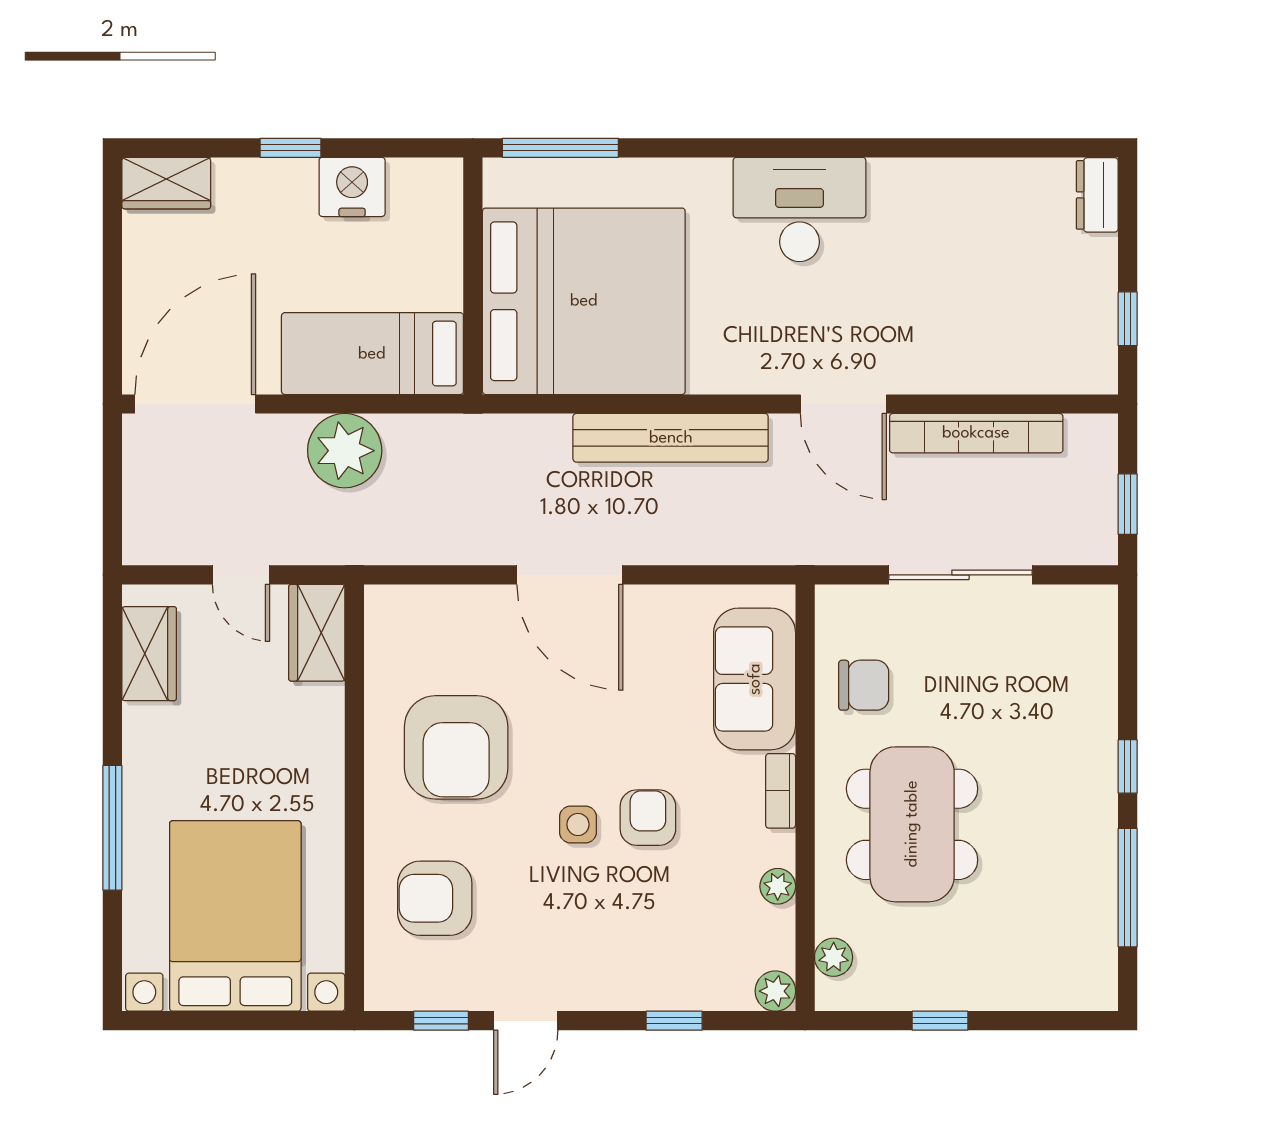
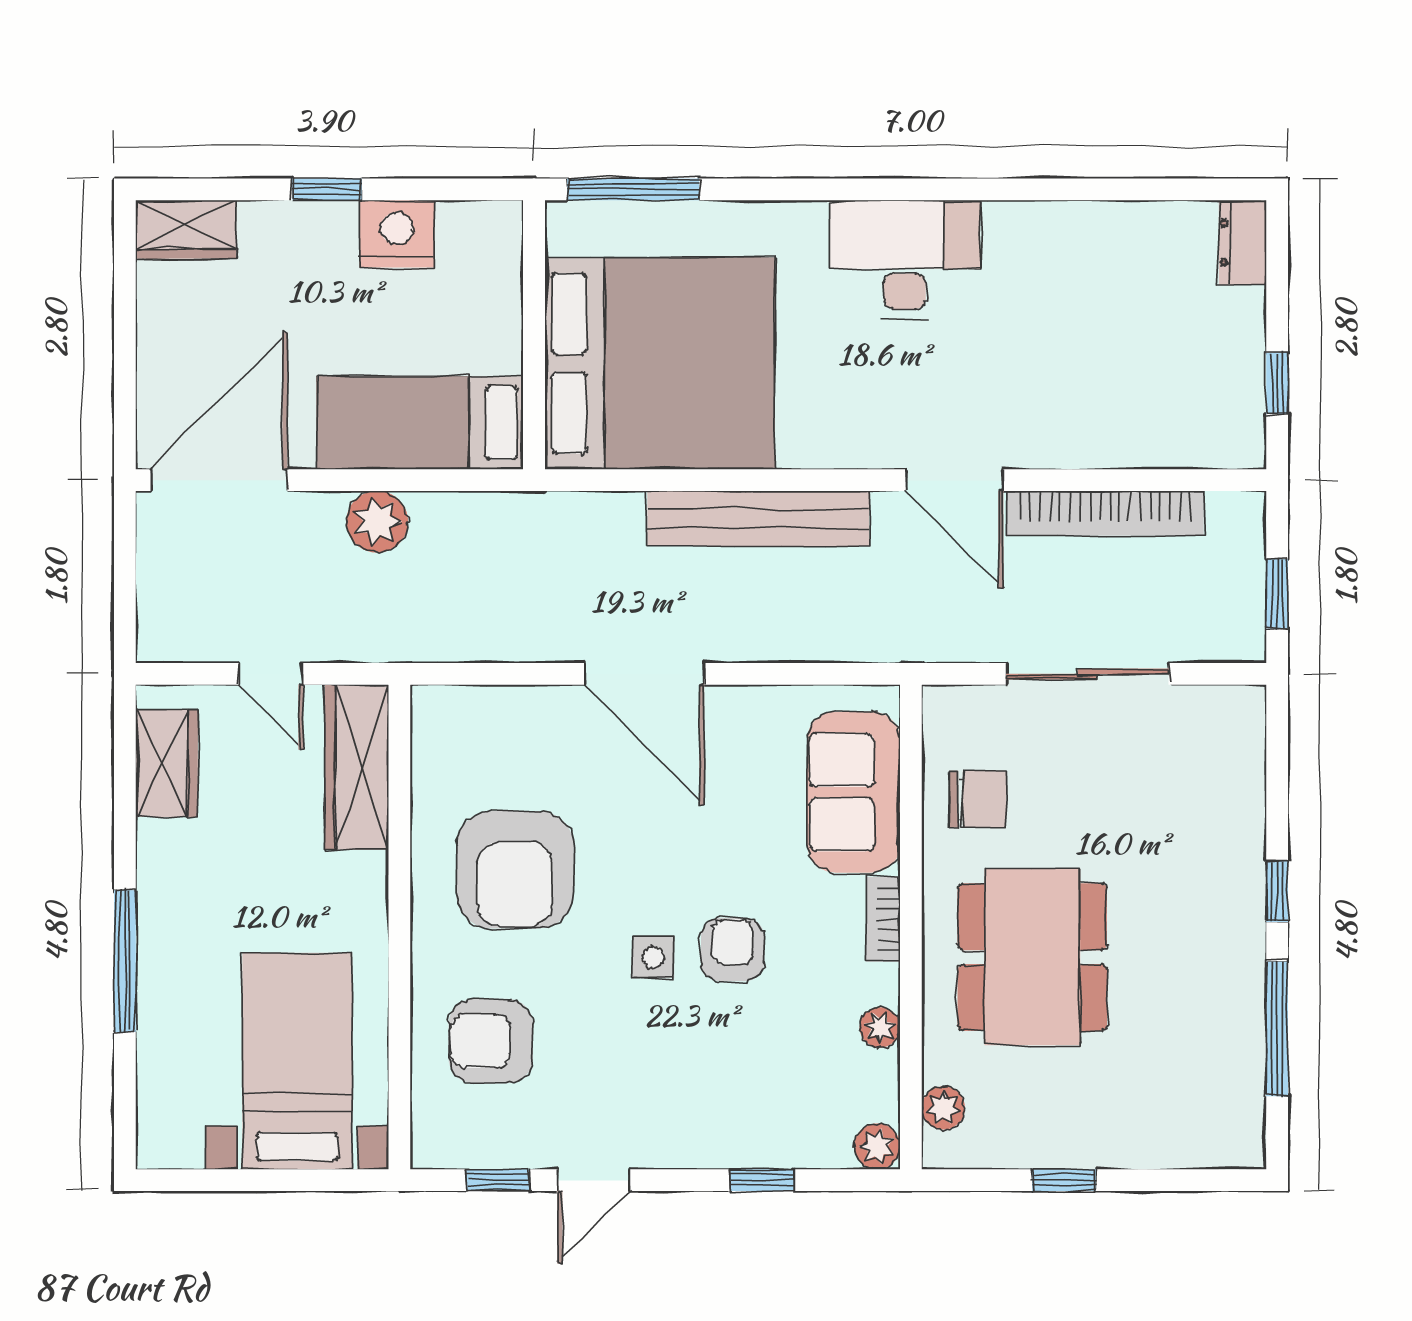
plant: (345, 451) -> (377, 522), width x0.73, depth x0.73
wardrobe: (317, 633) -> (357, 767), width x1.50
bed with nightstands: (235, 916) -> (297, 1061), width x0.73

